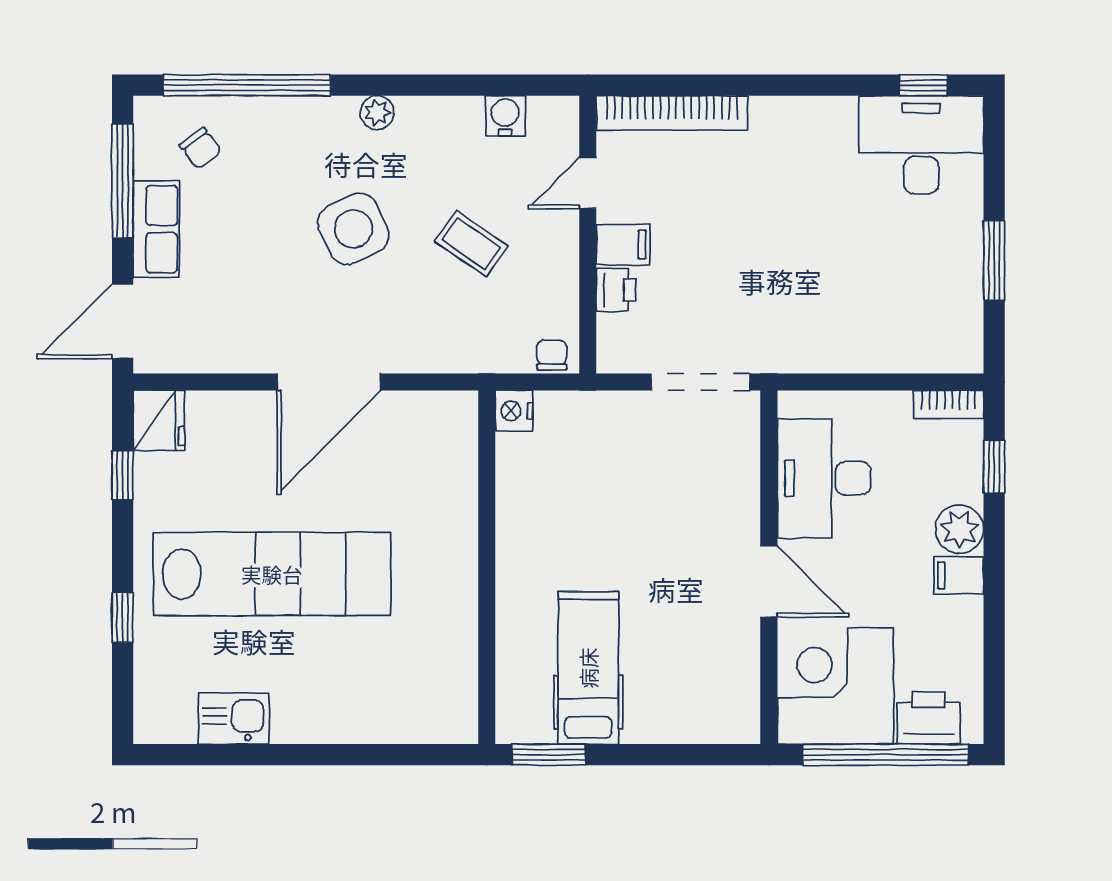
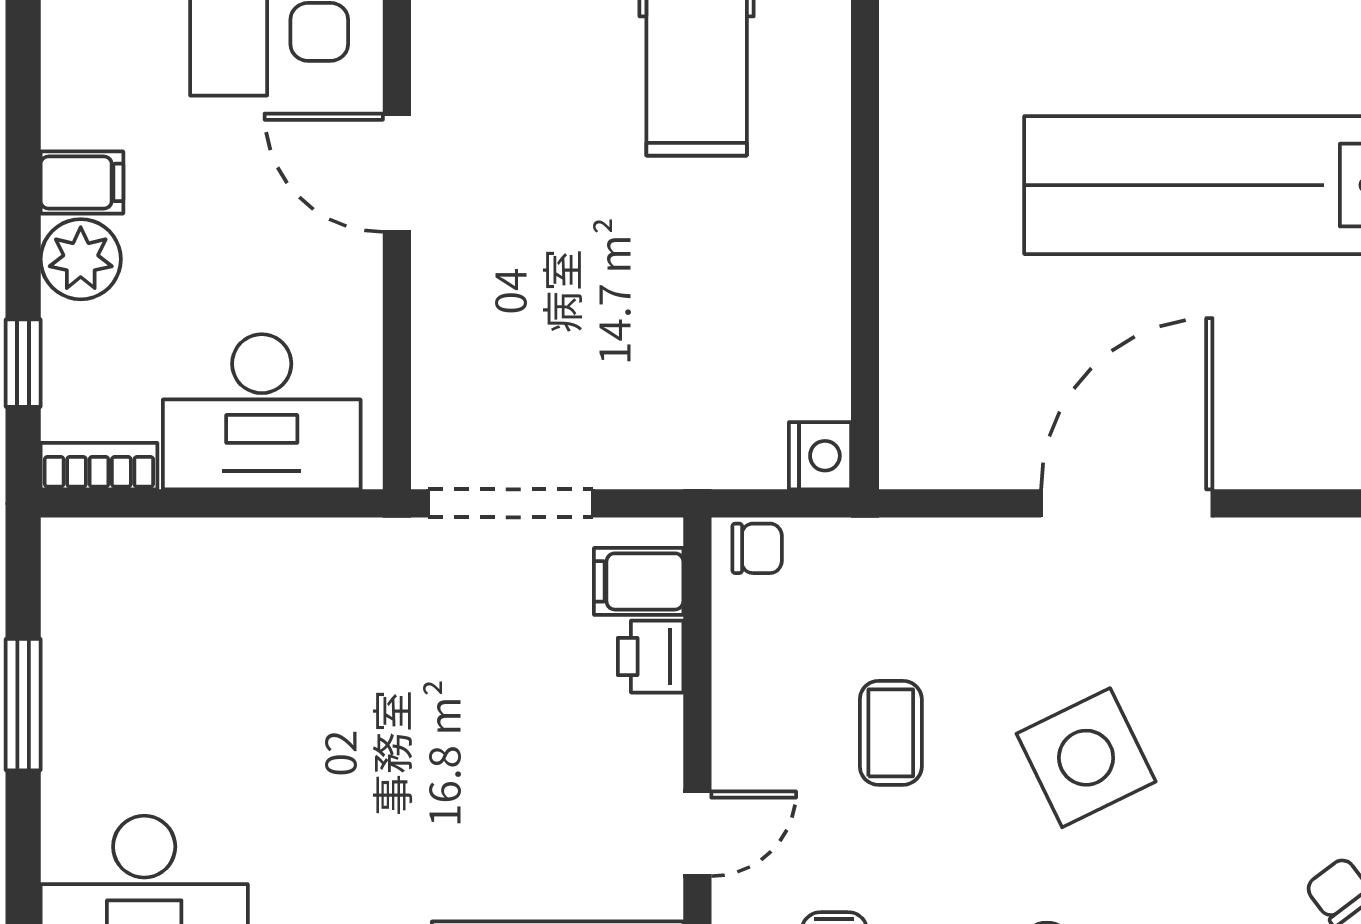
coffee table: (471, 244) -> (891, 733), turned 55
filing cabinet: (623, 245) -> (639, 581), moved
chair: (552, 355) -> (757, 548), turned -90
desk: (824, 478) -> (262, 412), moved, turned 90

